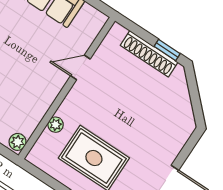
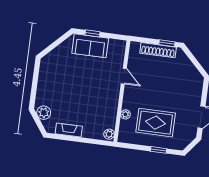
door: (80, 67) -> (124, 76), swing flipped

